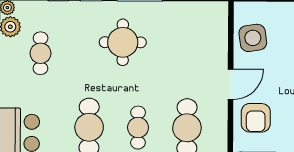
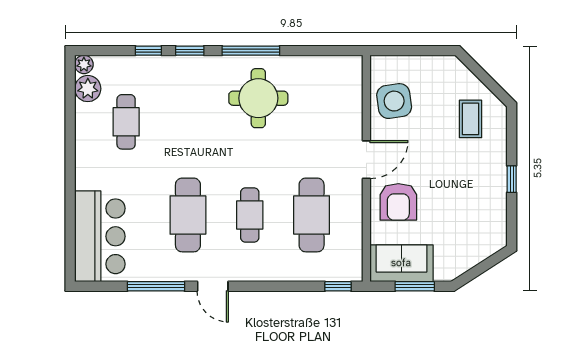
round table: (123, 42) -> (258, 98), moved

